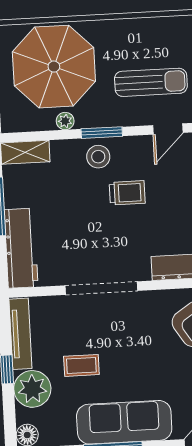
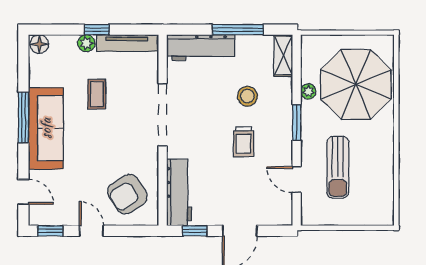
stool: (98, 157) -> (247, 96), moved
plant: (32, 389) -> (86, 43), width x0.53, depth x0.53

